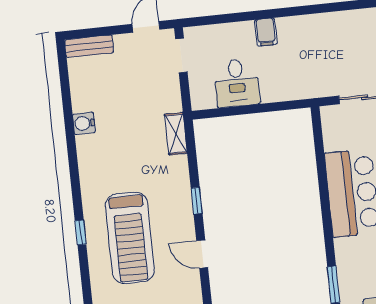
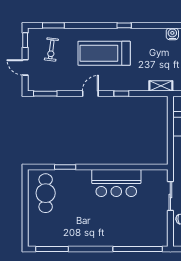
window: (81, 233) -> (124, 25), moved

